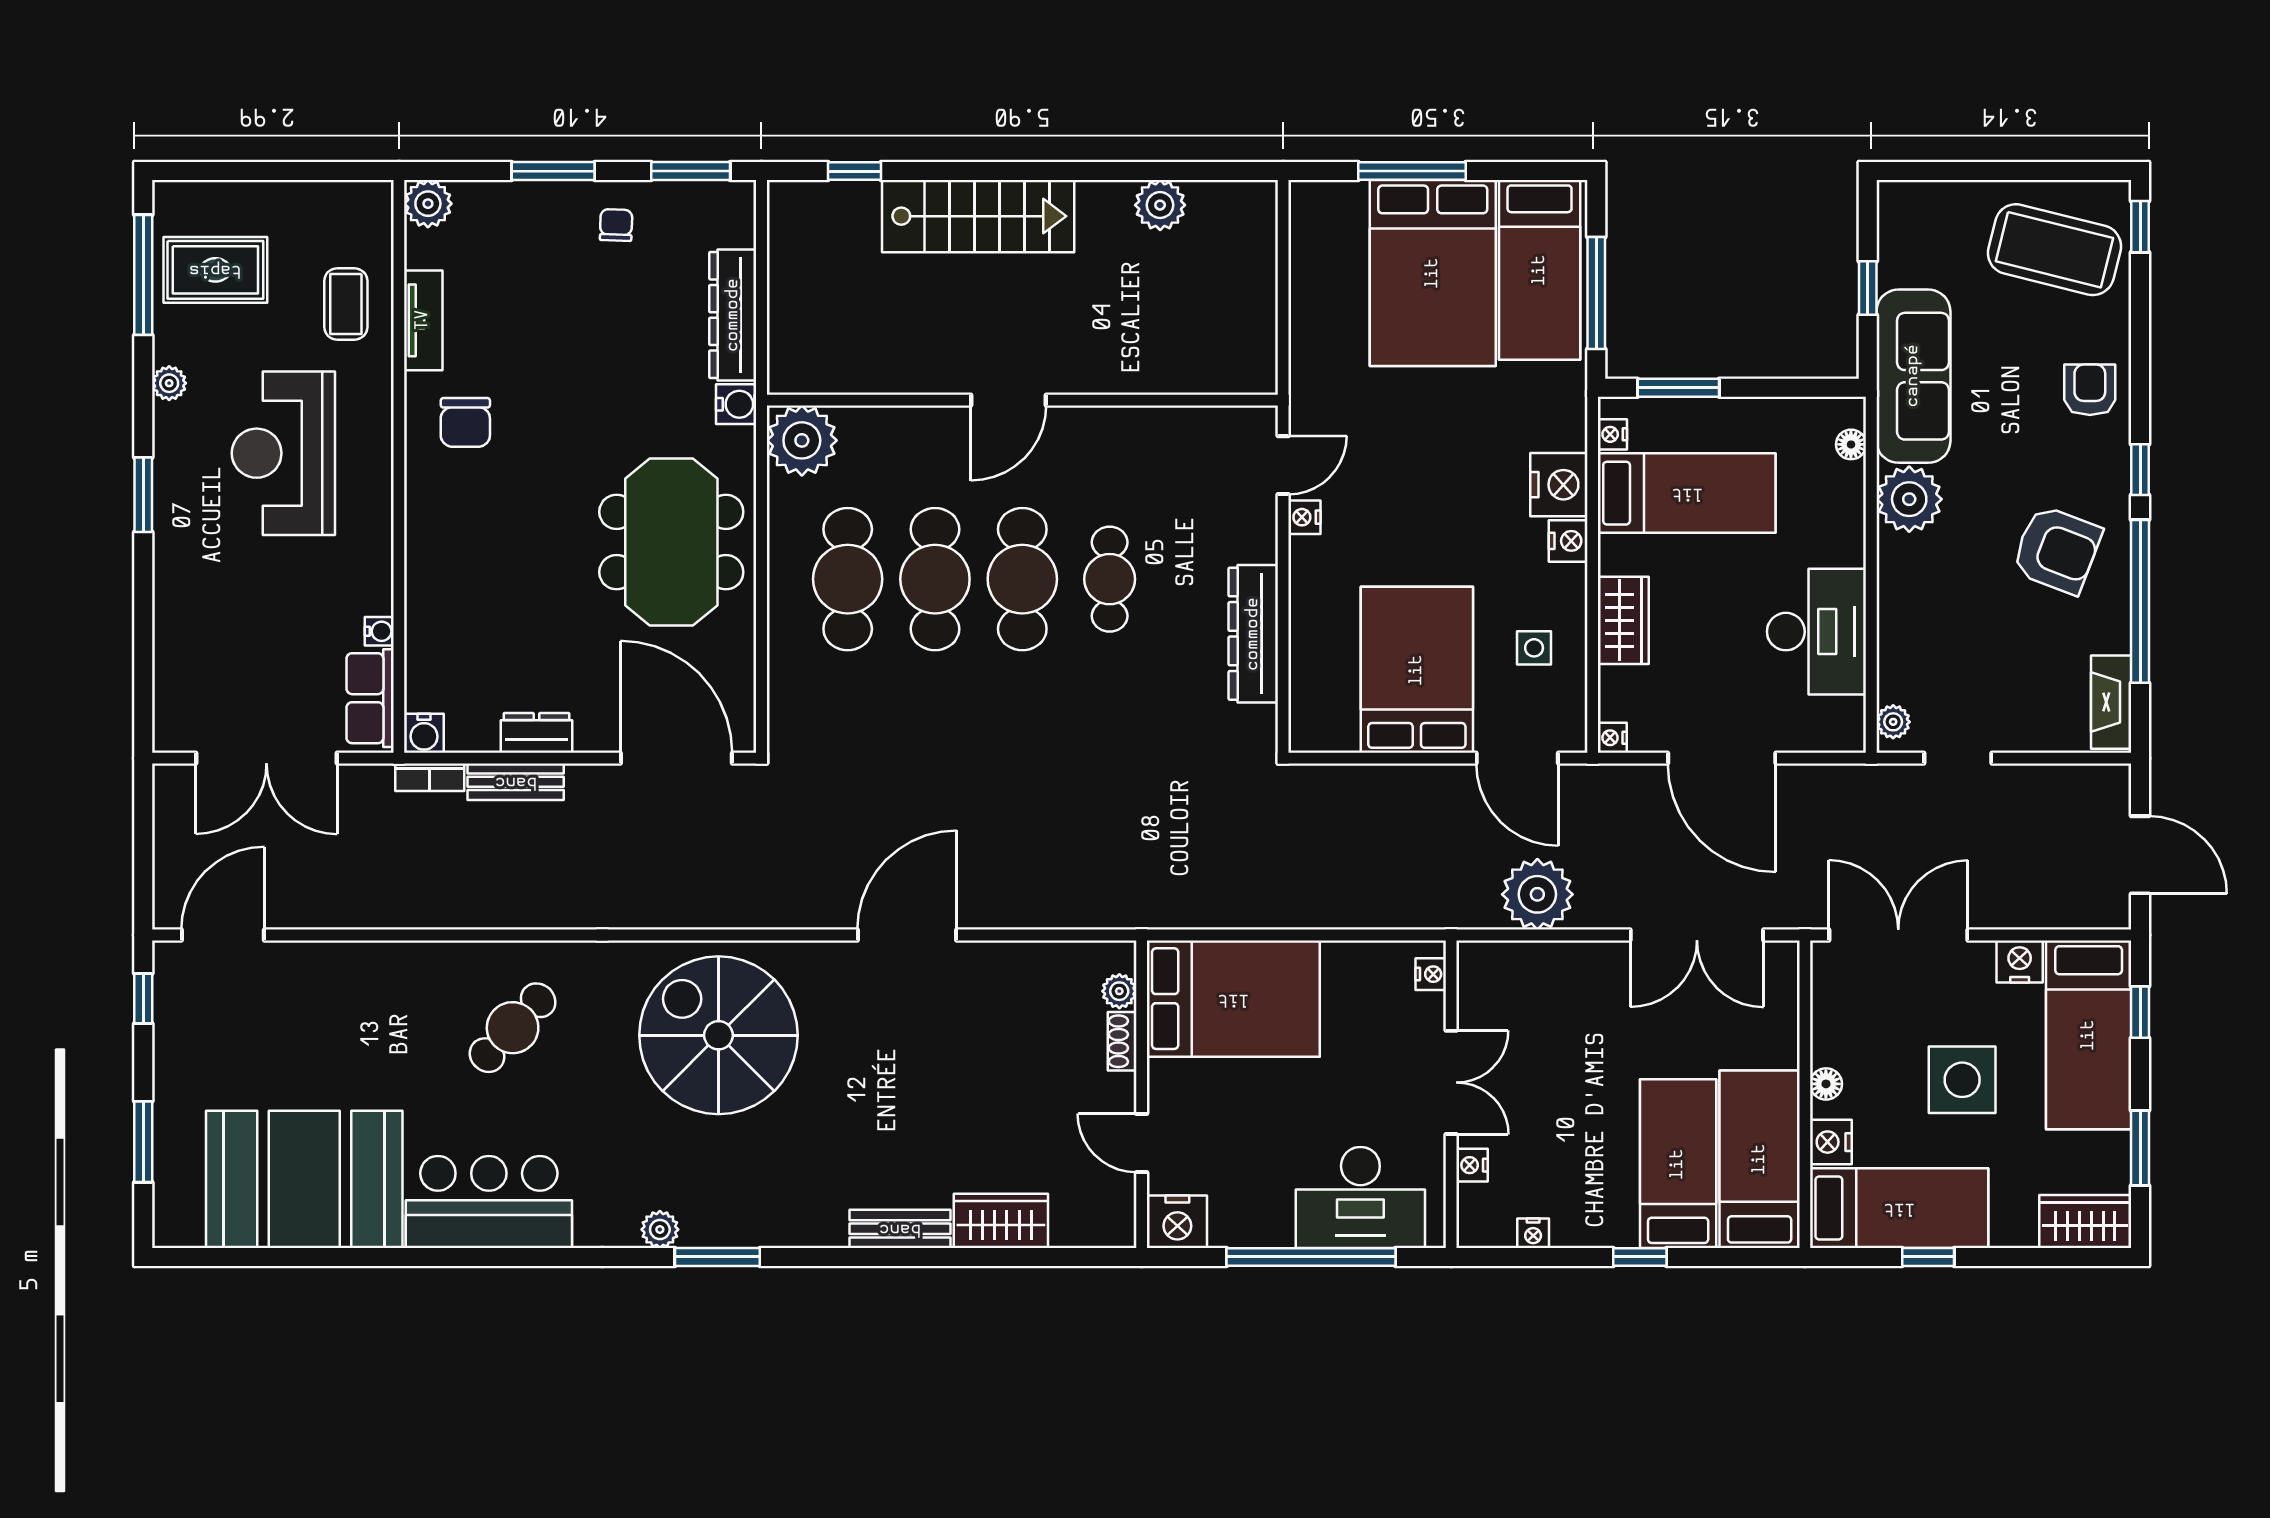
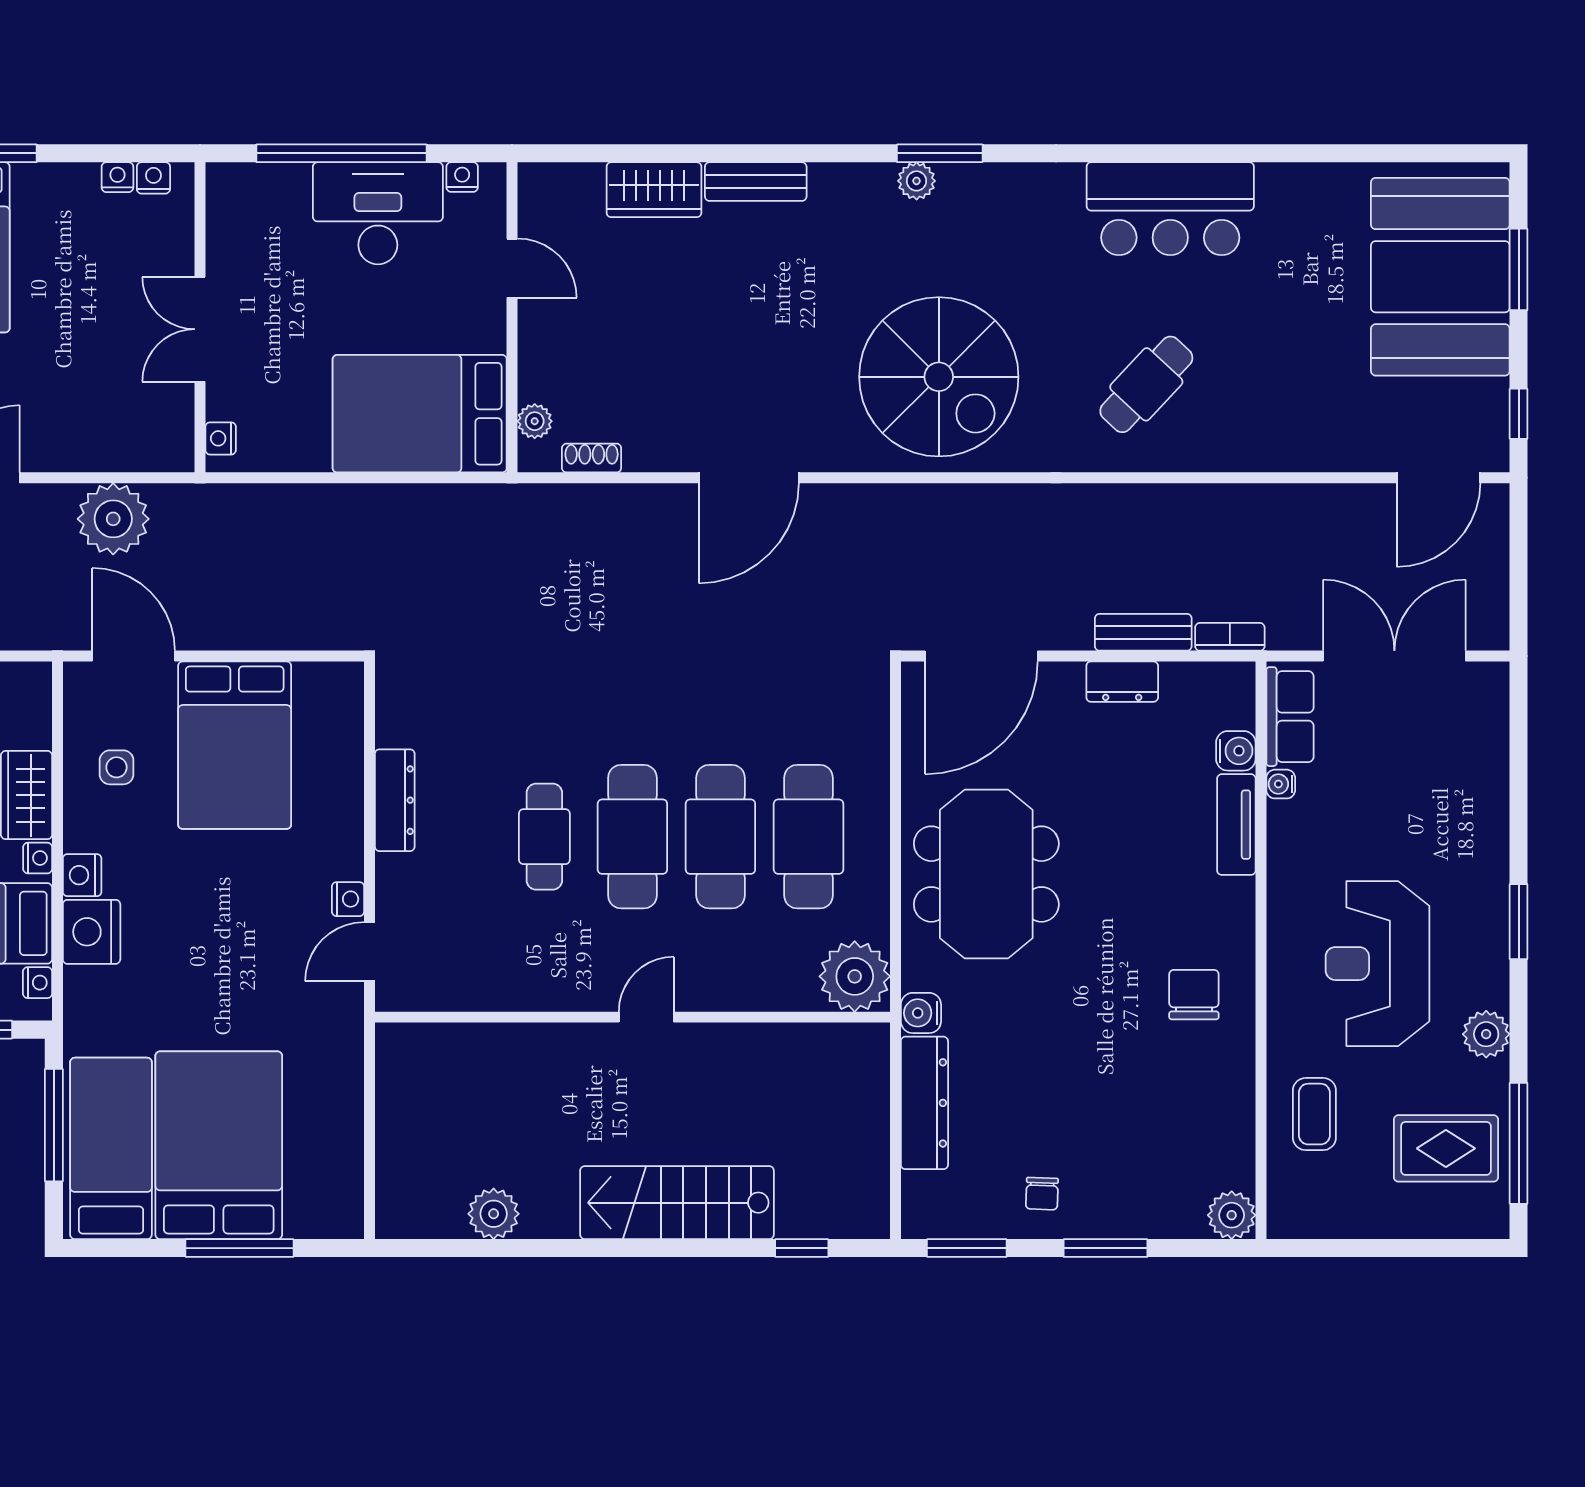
tv unit: (423, 320) -> (1236, 825), moved
plant: (169, 383) -> (1486, 1034), width x1.38, depth x1.38
door: (1008, 400) -> (646, 1017), width x0.73
reception desk: (283, 453) -> (1377, 964), turned 180
dresser: (1253, 634) -> (395, 800), width x0.73, depth x0.80
water cooler: (424, 733) -> (1236, 751), moved, turned 90
nightstand: (1612, 738) -> (38, 858), moved
door: (676, 758) -> (981, 656), hinge flipped
shoe rack: (1122, 1041) -> (592, 458), moved, turned -90
nightstand: (1472, 1165) -> (153, 178), moved, turned -90
booth: (304, 1179) -> (1440, 277), moved, turned 90
desk: (1360, 1197) -> (378, 213), moved
nightstand: (1177, 1222) -> (462, 177), width x0.53, depth x0.56
plant: (660, 1230) -> (917, 181), moved

